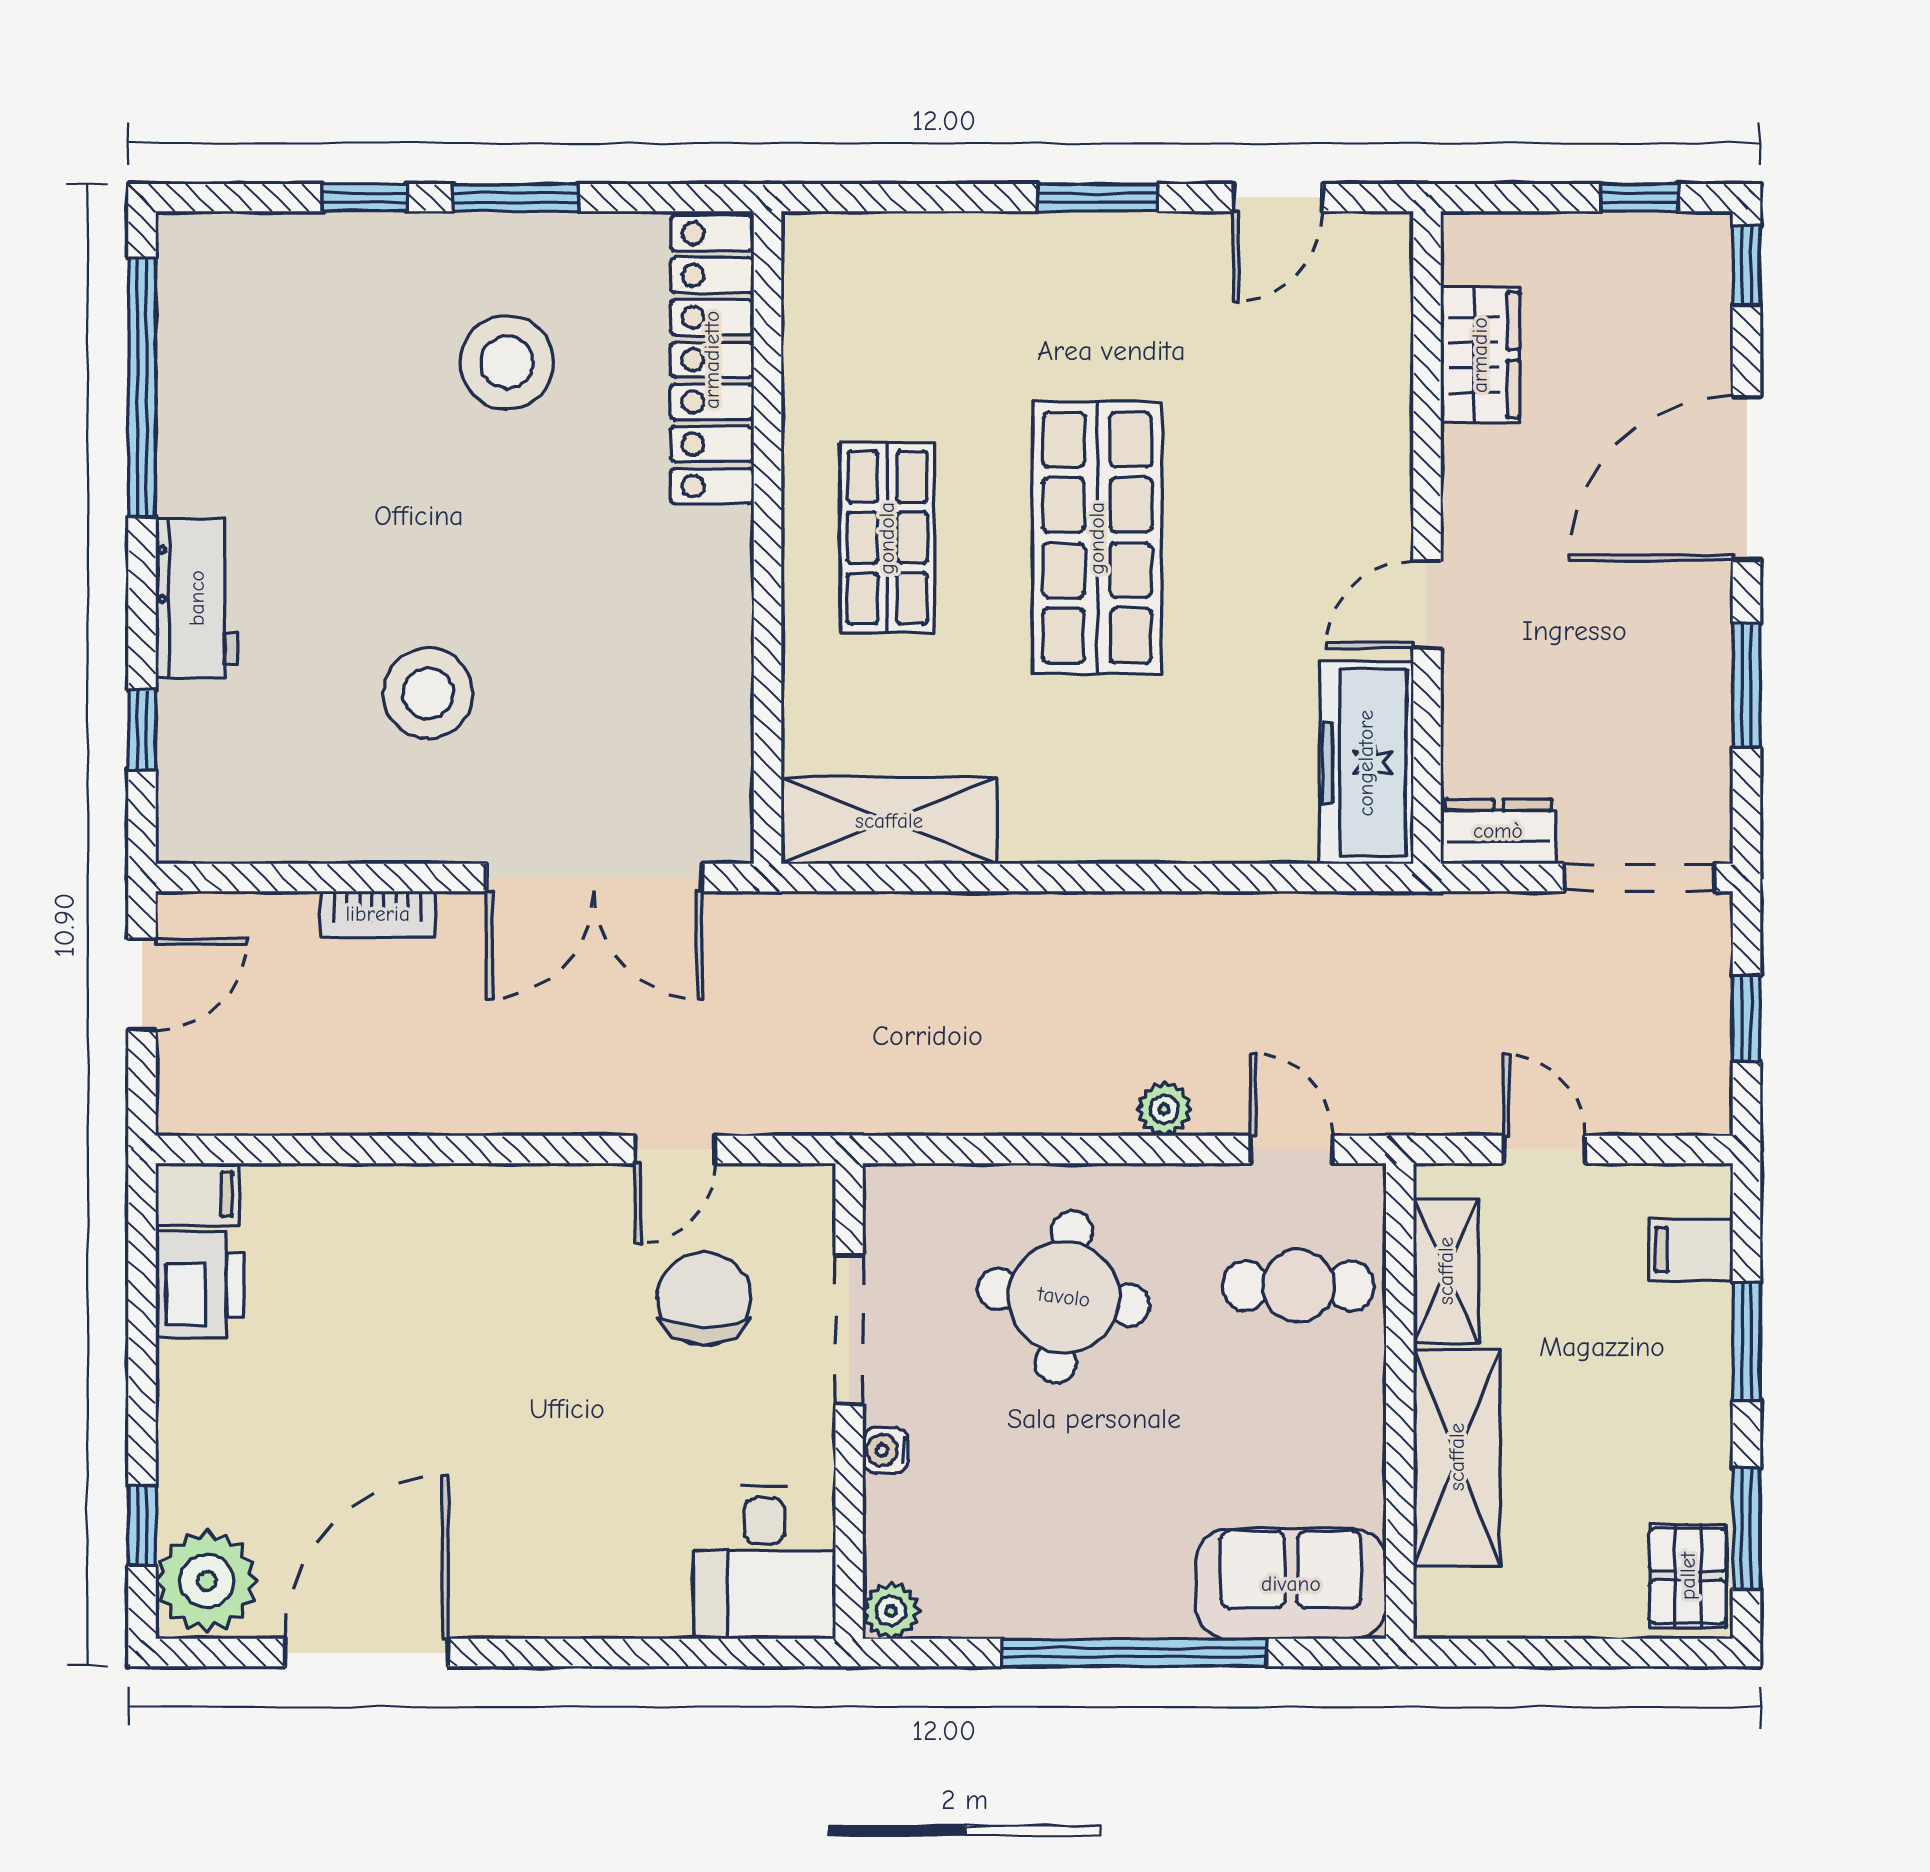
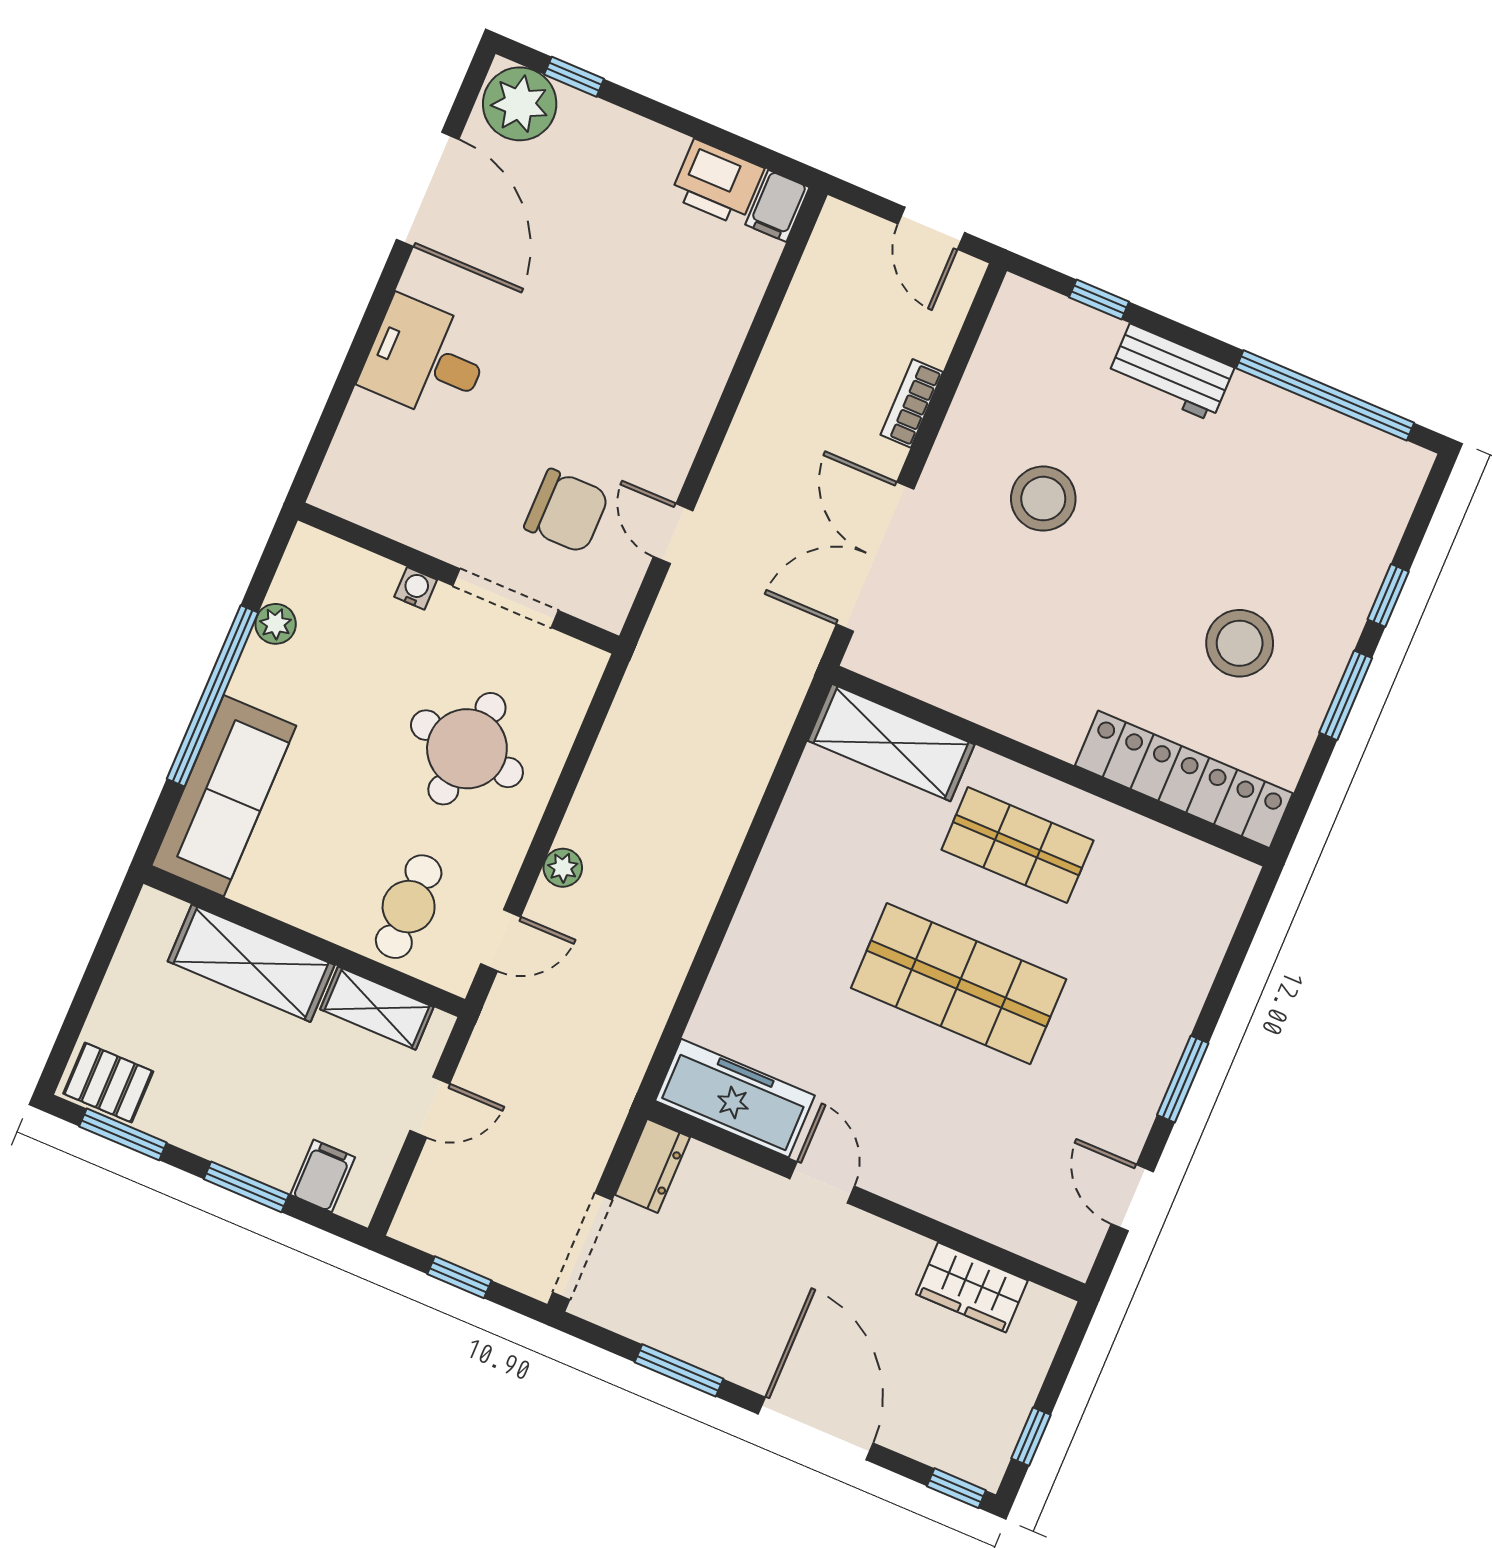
shelving: (889, 821) -> (891, 743), moved, turned 90
desk: (765, 1562) -> (426, 359), moved
sofa: (1291, 1584) -> (224, 796), width x1.36
plant: (891, 1611) -> (276, 624), moved

